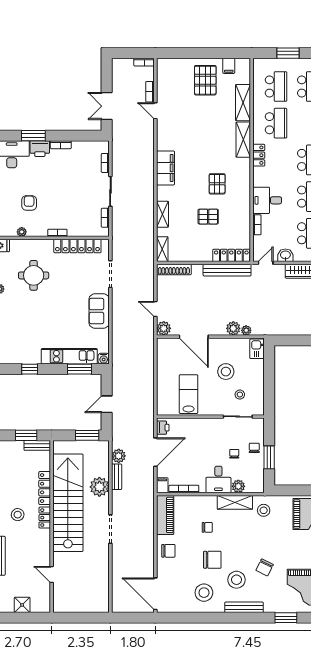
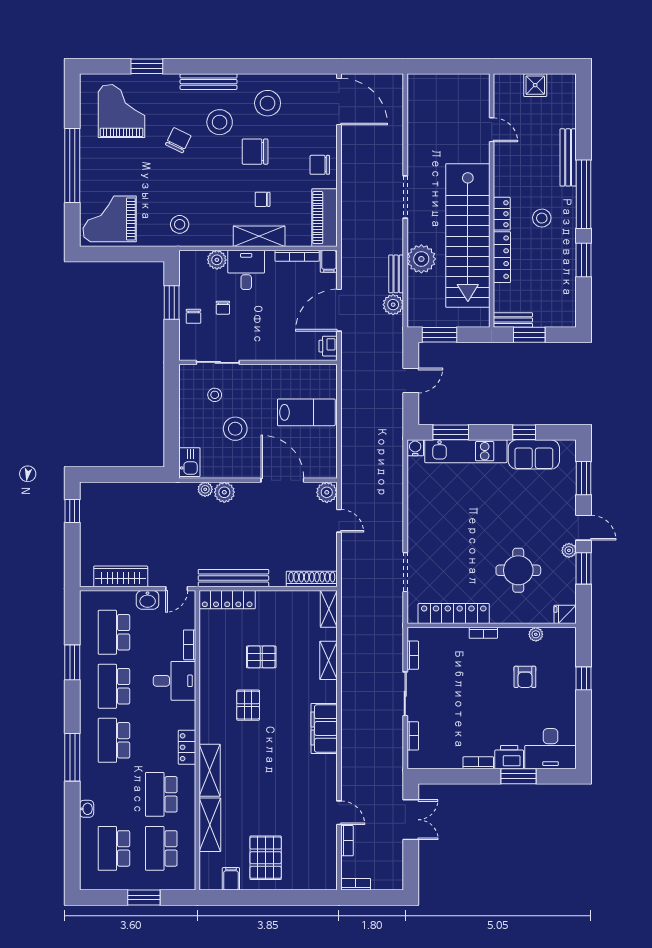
sofa: (99, 311) -> (534, 454), moved, turned 90
lab bench: (189, 394) -> (306, 412), moved, turned -90
shelving: (235, 502) -> (259, 236), moved

